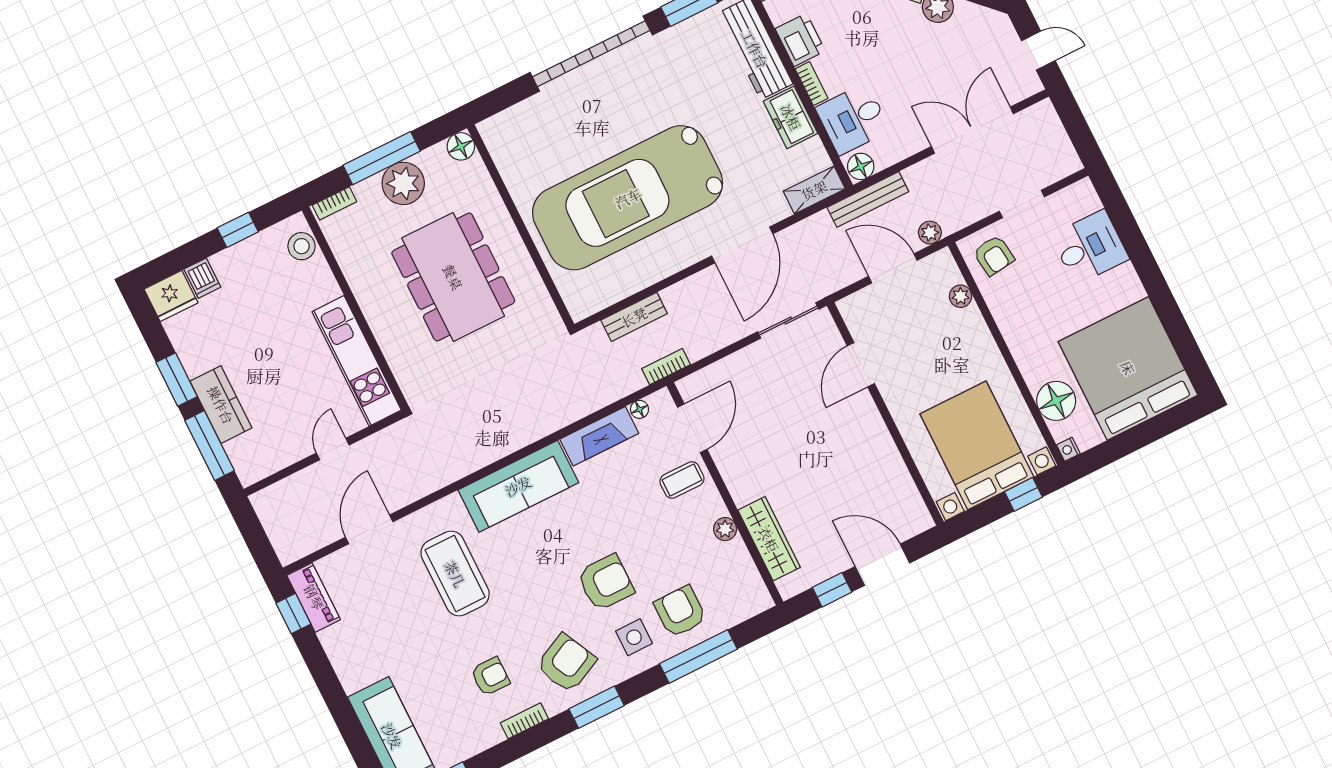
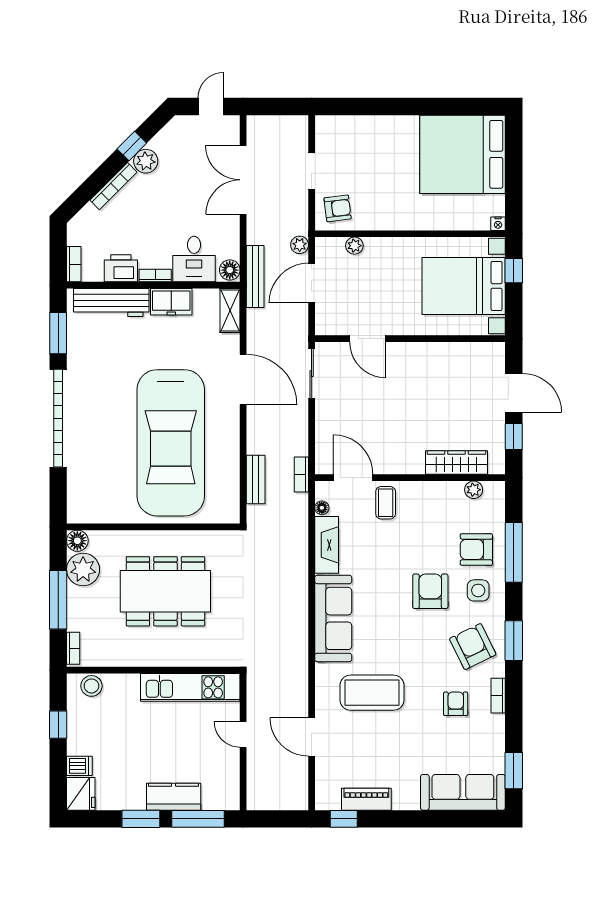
plant: (403, 183) -> (83, 570), moved
desk: (1090, 247) -> (365, 139), removed
floor lamp: (1056, 401) -> (460, 215), removed
plant: (725, 529) -> (474, 490), moved
door: (882, 565) -> (514, 393), swing flipped
piano: (314, 597) -> (366, 799), moved

